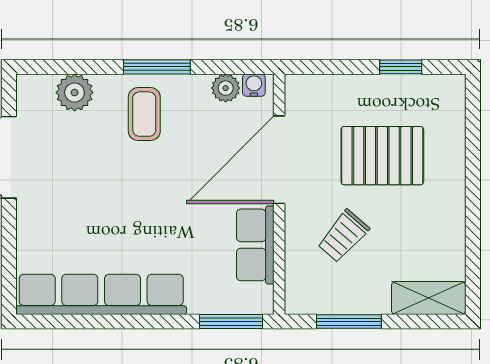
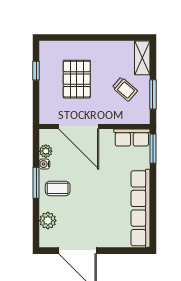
water cooler: (254, 85) -> (44, 164), moved
trolley: (343, 236) -> (125, 89), moved
row of seats: (255, 245) -> (132, 137), moved

